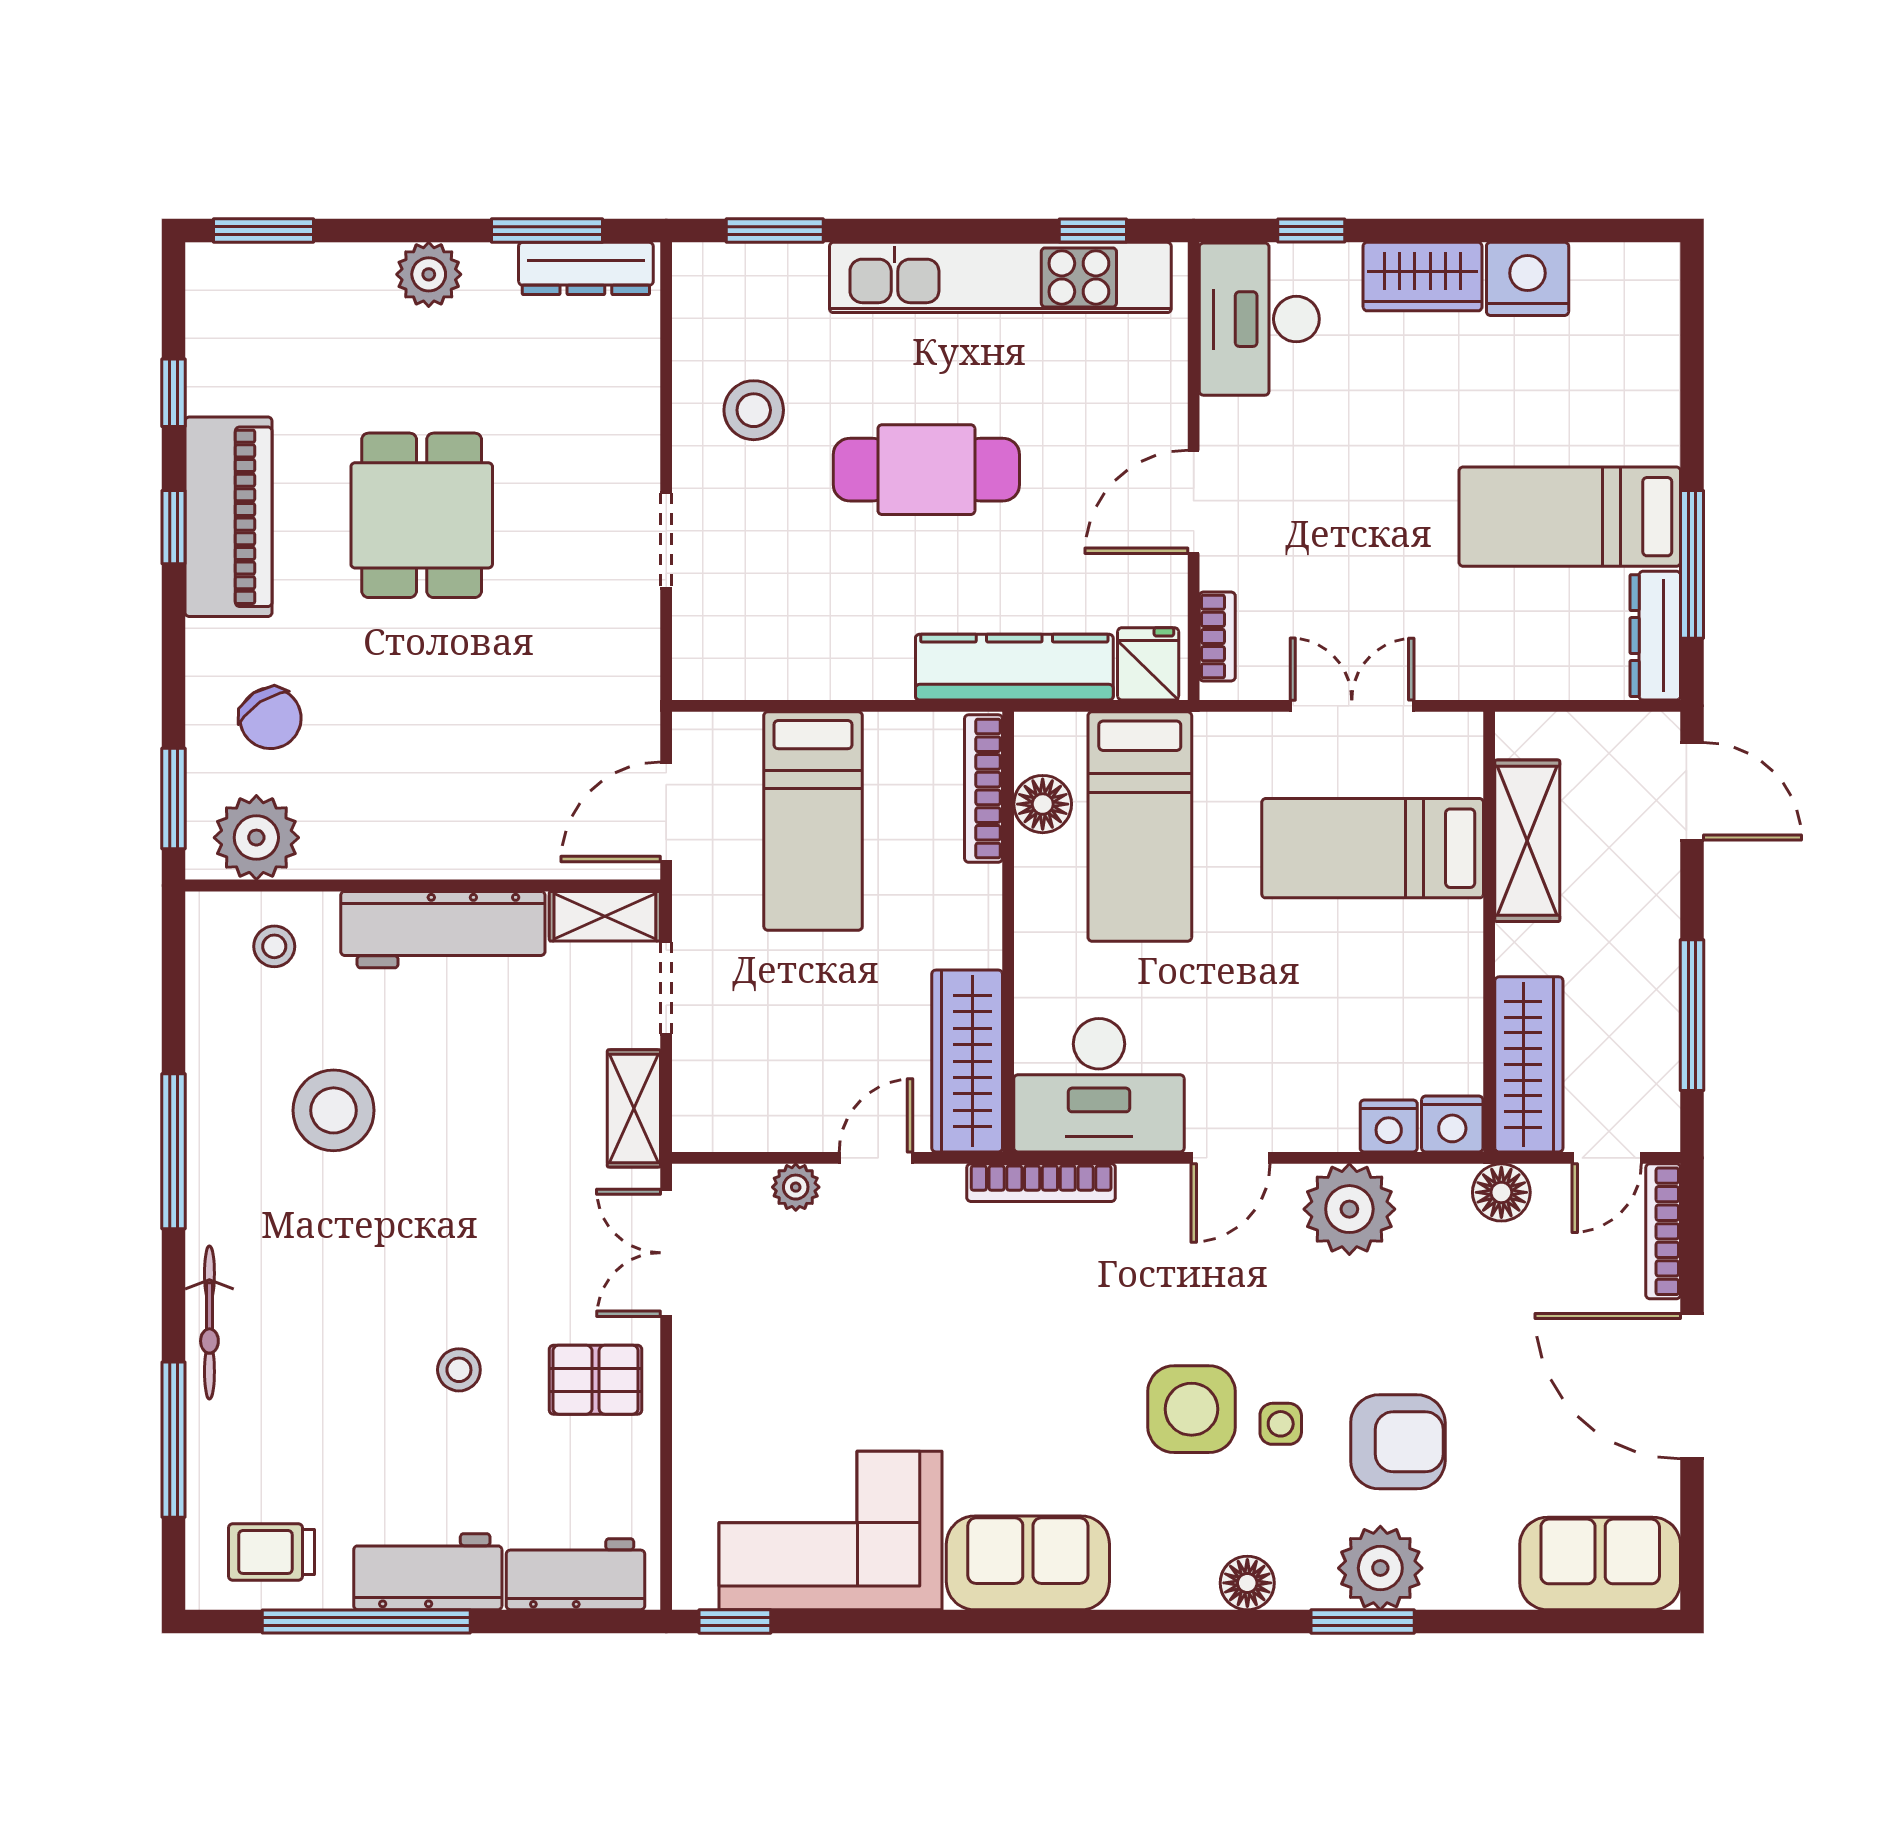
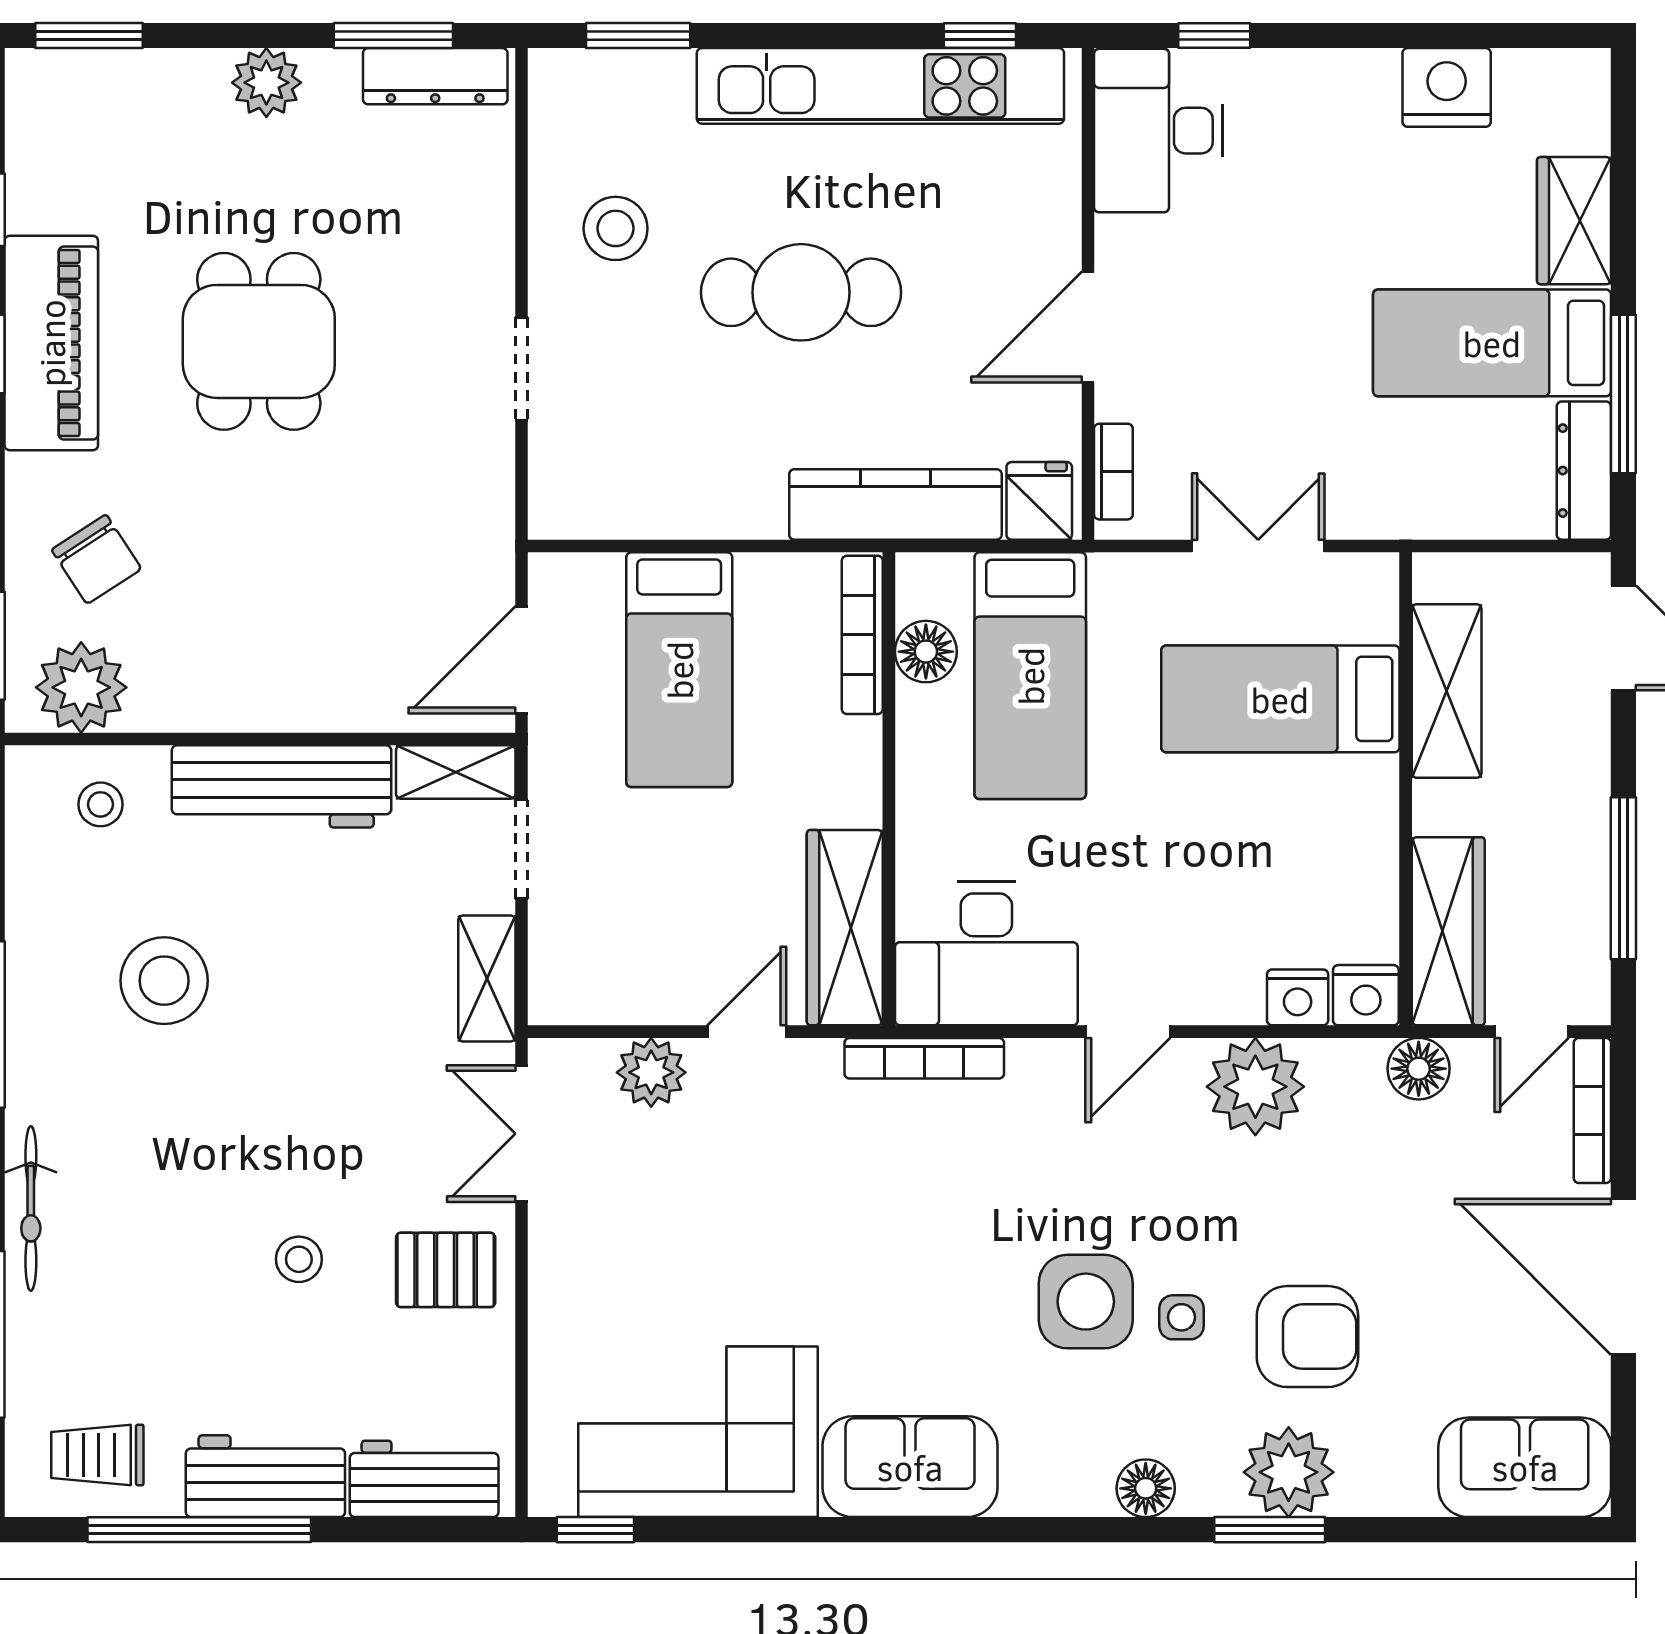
wardrobe: (1423, 277) -> (1574, 221), moved, turned 90
plant: (796, 1187) -> (651, 1072), width x1.38, depth x1.38

